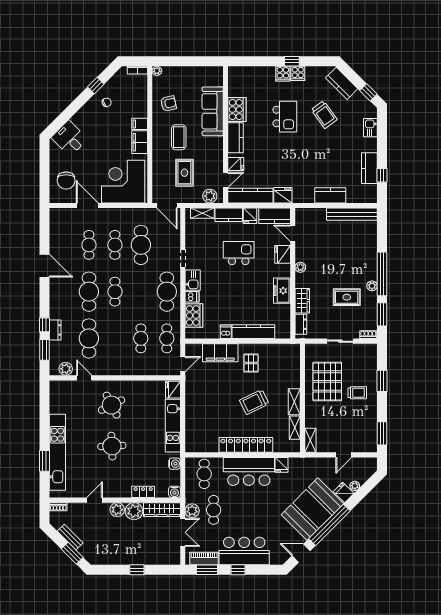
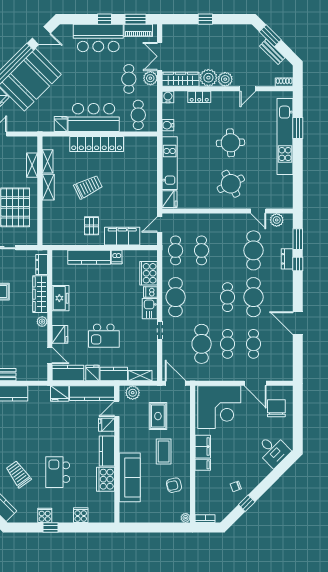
cooker: (283, 74) -> (81, 515), moved
wardrobe: (302, 301) -> (40, 294), width x1.50
shelving: (310, 440) -> (32, 165), moved

